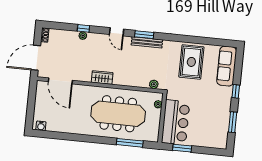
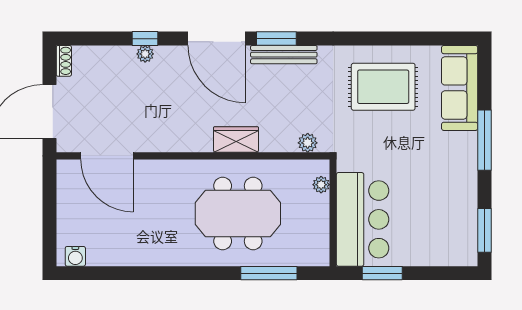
door: (117, 32) -> (216, 39), width x1.87
rug: (191, 62) -> (383, 87), turned 90
wardrobe: (102, 78) -> (236, 139), moved
window: (236, 91) -> (485, 140), width x2.17
meeting table: (118, 114) -> (238, 214), width x0.73
window: (233, 122) -> (485, 230), moved

